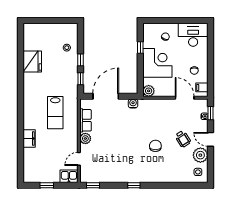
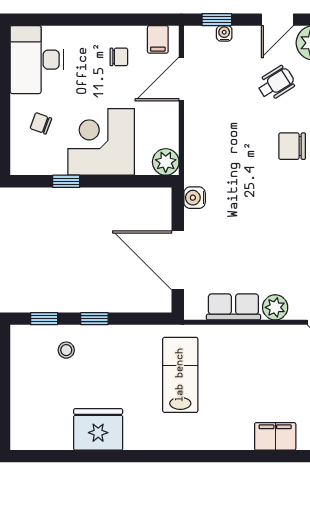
window: (80, 79) -> (44, 319), moved
lab bench: (55, 113) -> (180, 375), moved, turned -90

